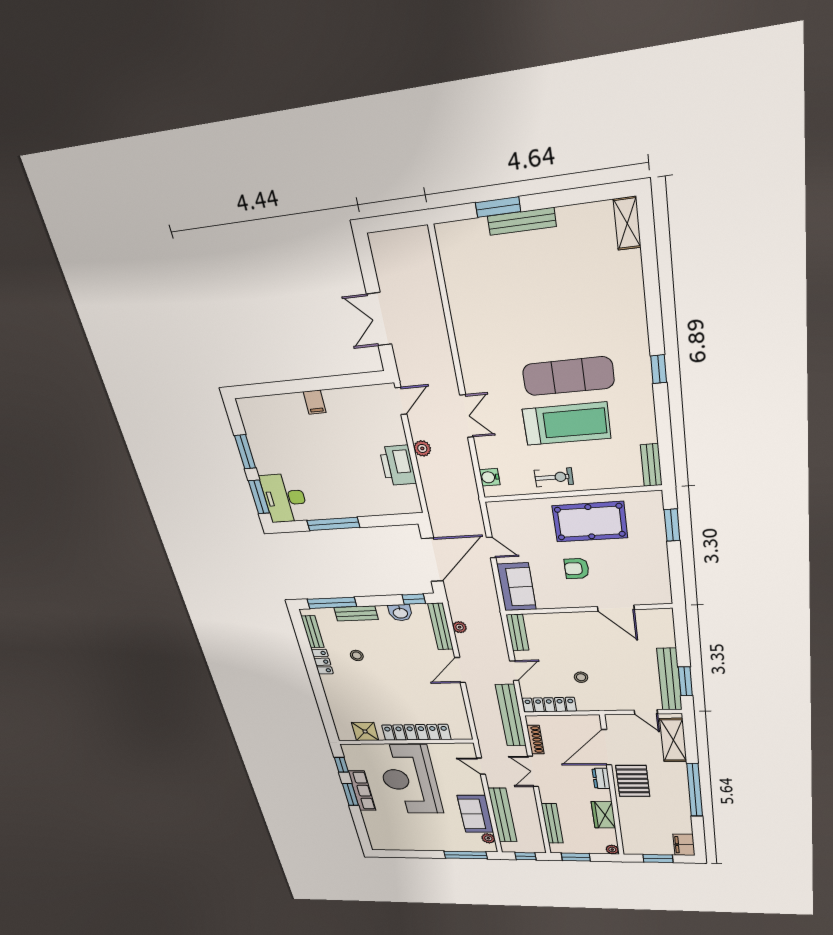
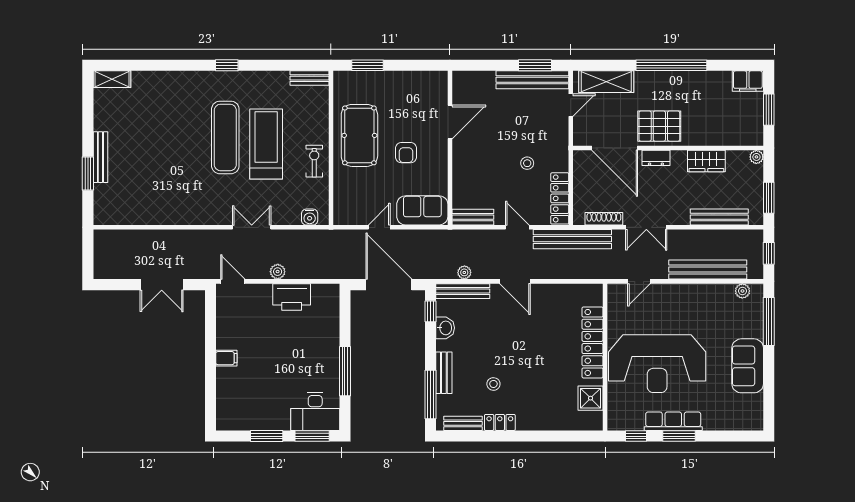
sofa: (475, 814) -> (748, 366), moved, turned 90

